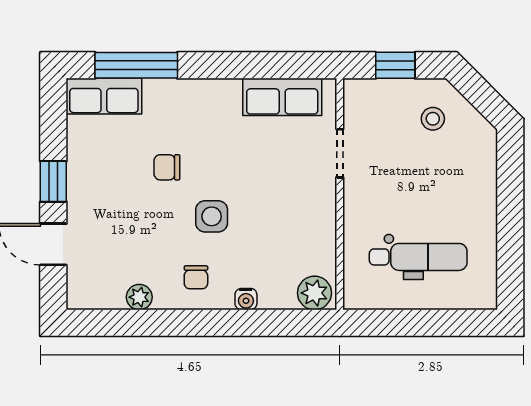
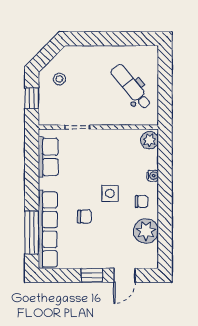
row of seats: (104, 96) -> (48, 229), width x2.02
chair: (167, 167) -> (85, 217), turned -90
dental chair: (418, 257) -> (131, 87), turned -40
plant: (139, 297) -> (146, 231), width x1.88, depth x1.88

